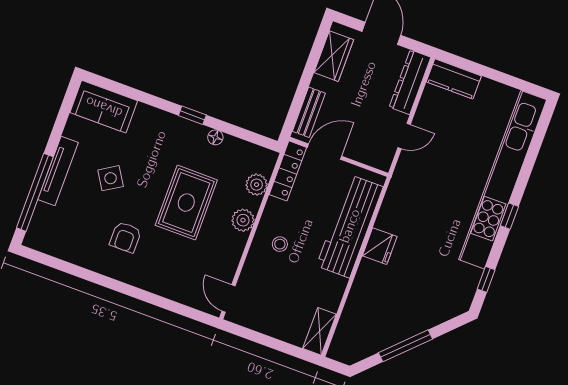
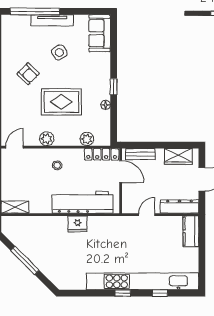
door: (404, 136) -> (147, 215), swing flipped
plant: (243, 220) -> (47, 139), moved
armchair: (125, 237) -> (28, 74), turned -135
window: (486, 279) -> (160, 293), moved

